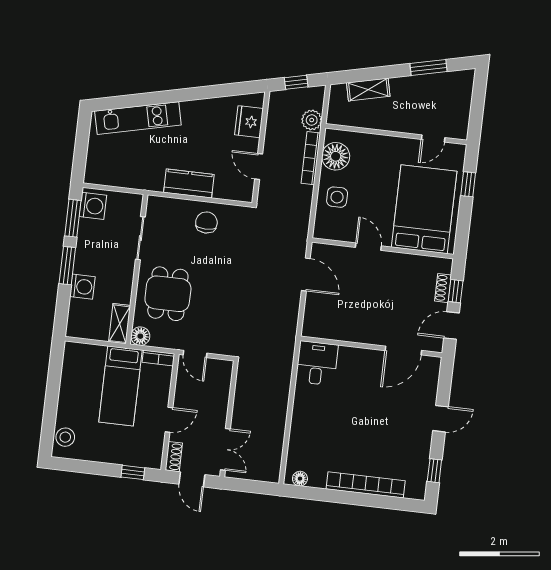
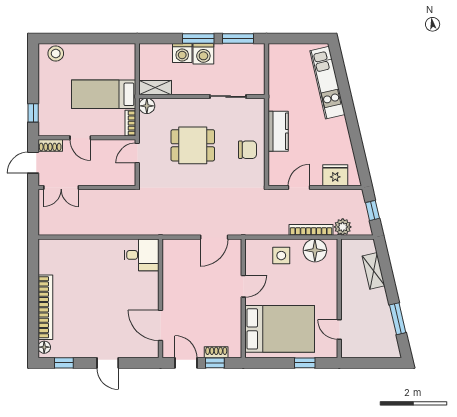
washing machine: (93, 206) -> (203, 54), moved
dining table: (168, 294) -> (193, 145), moved
floor lamp: (300, 479) -> (44, 347), moved

